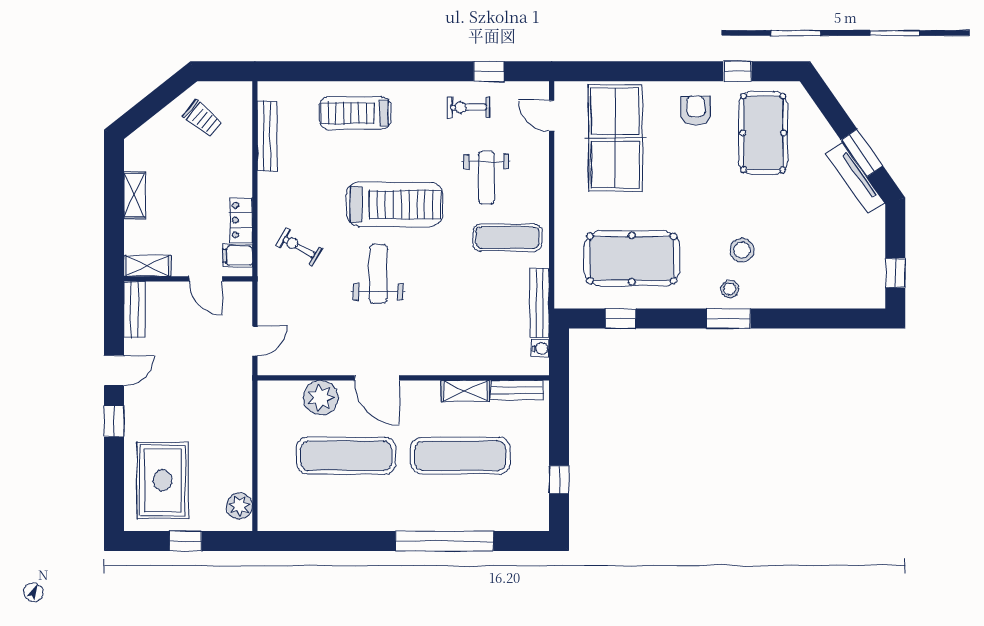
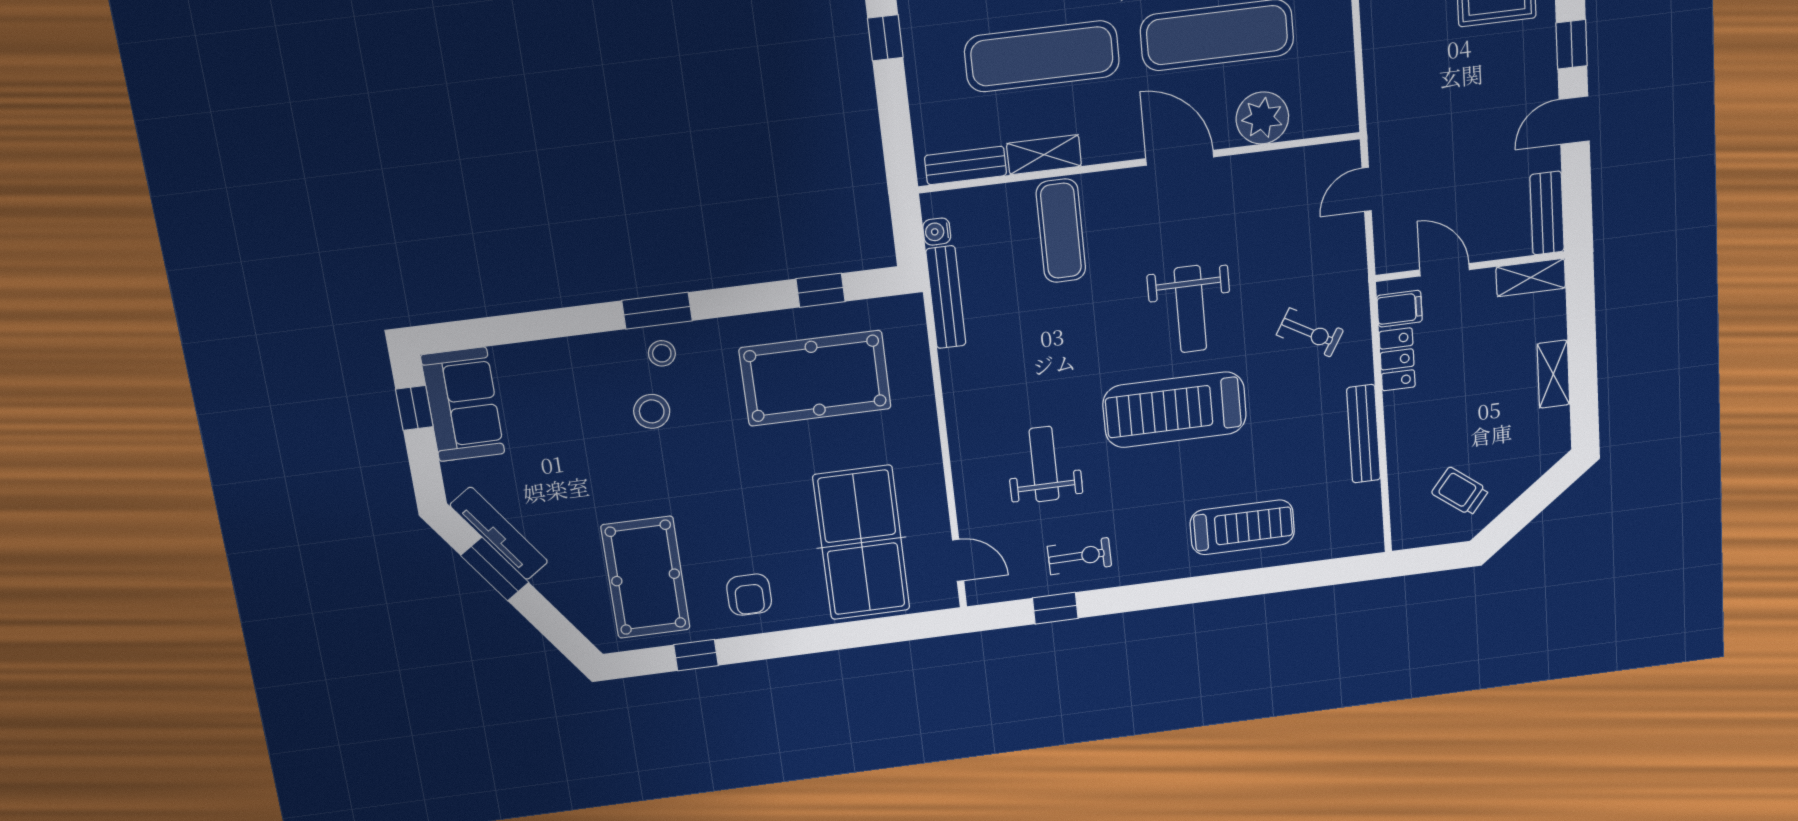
bench: (267, 136) -> (1364, 434), moved
exercise mat: (507, 238) -> (1061, 231), moved, turned 90
sofa: (864, 271) -> (463, 404), added

